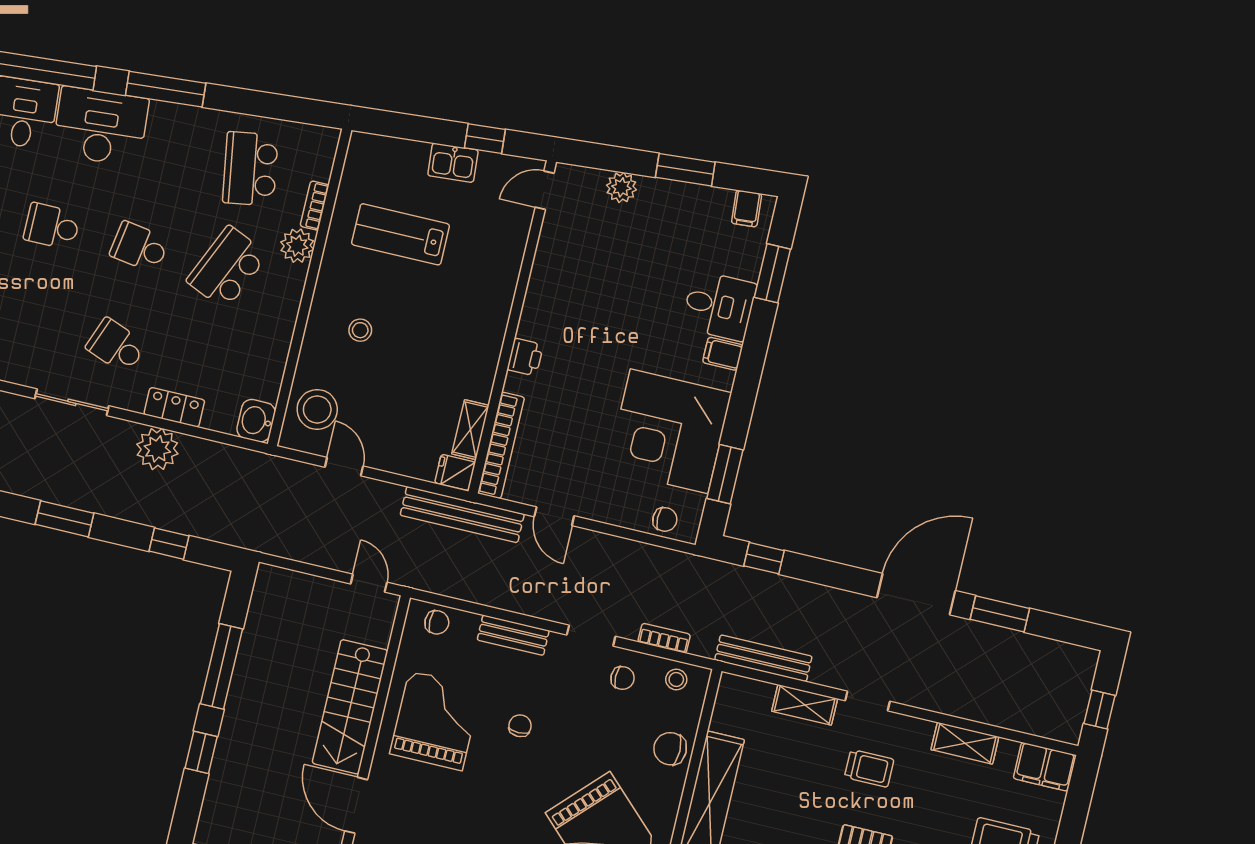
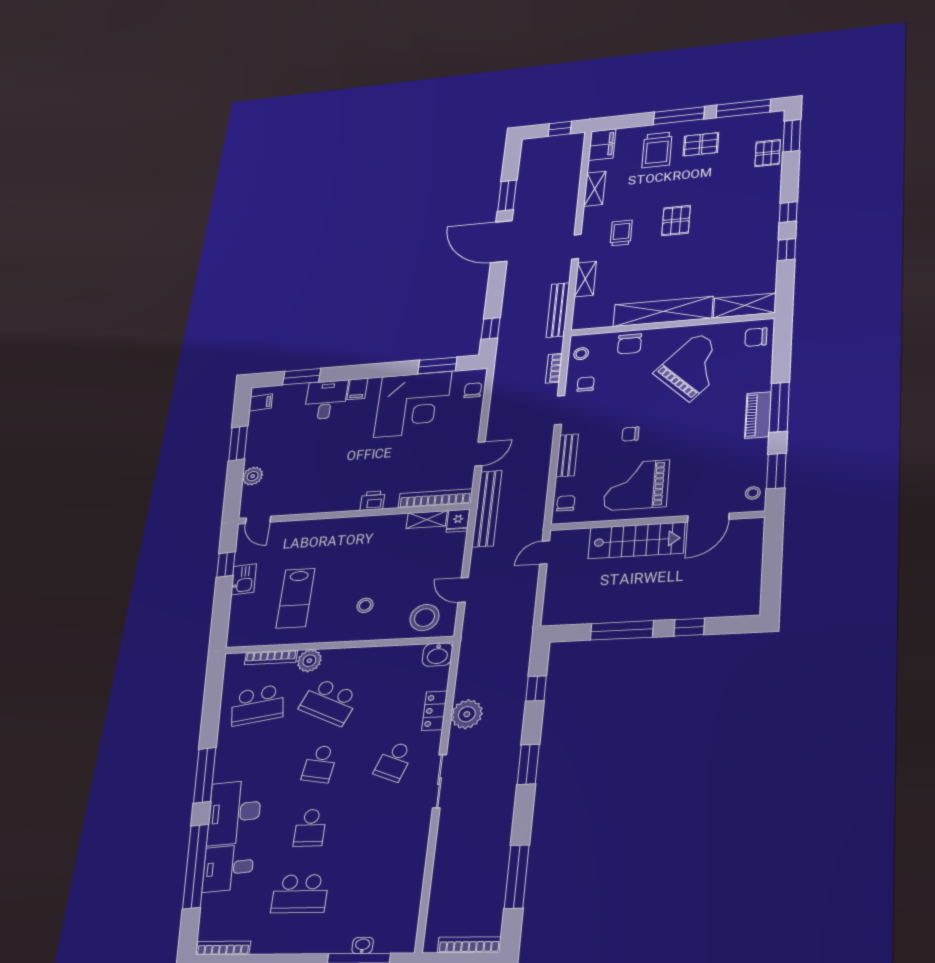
bookcase: (315, 206) -> (271, 657), width x1.56
door: (344, 467) -> (463, 590), hinge flipped

